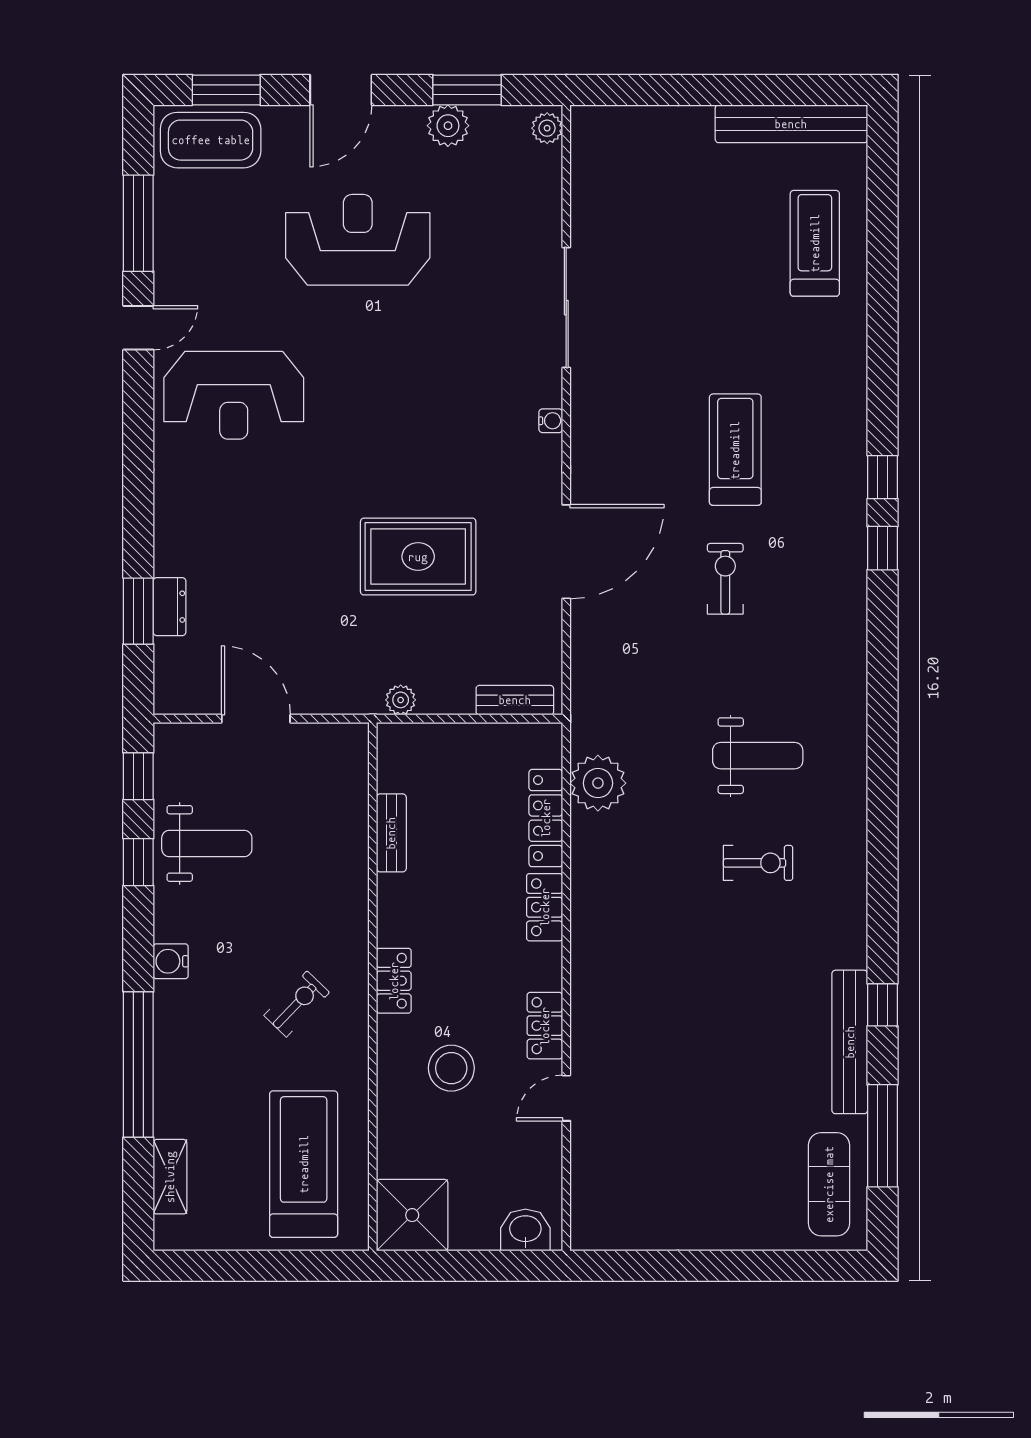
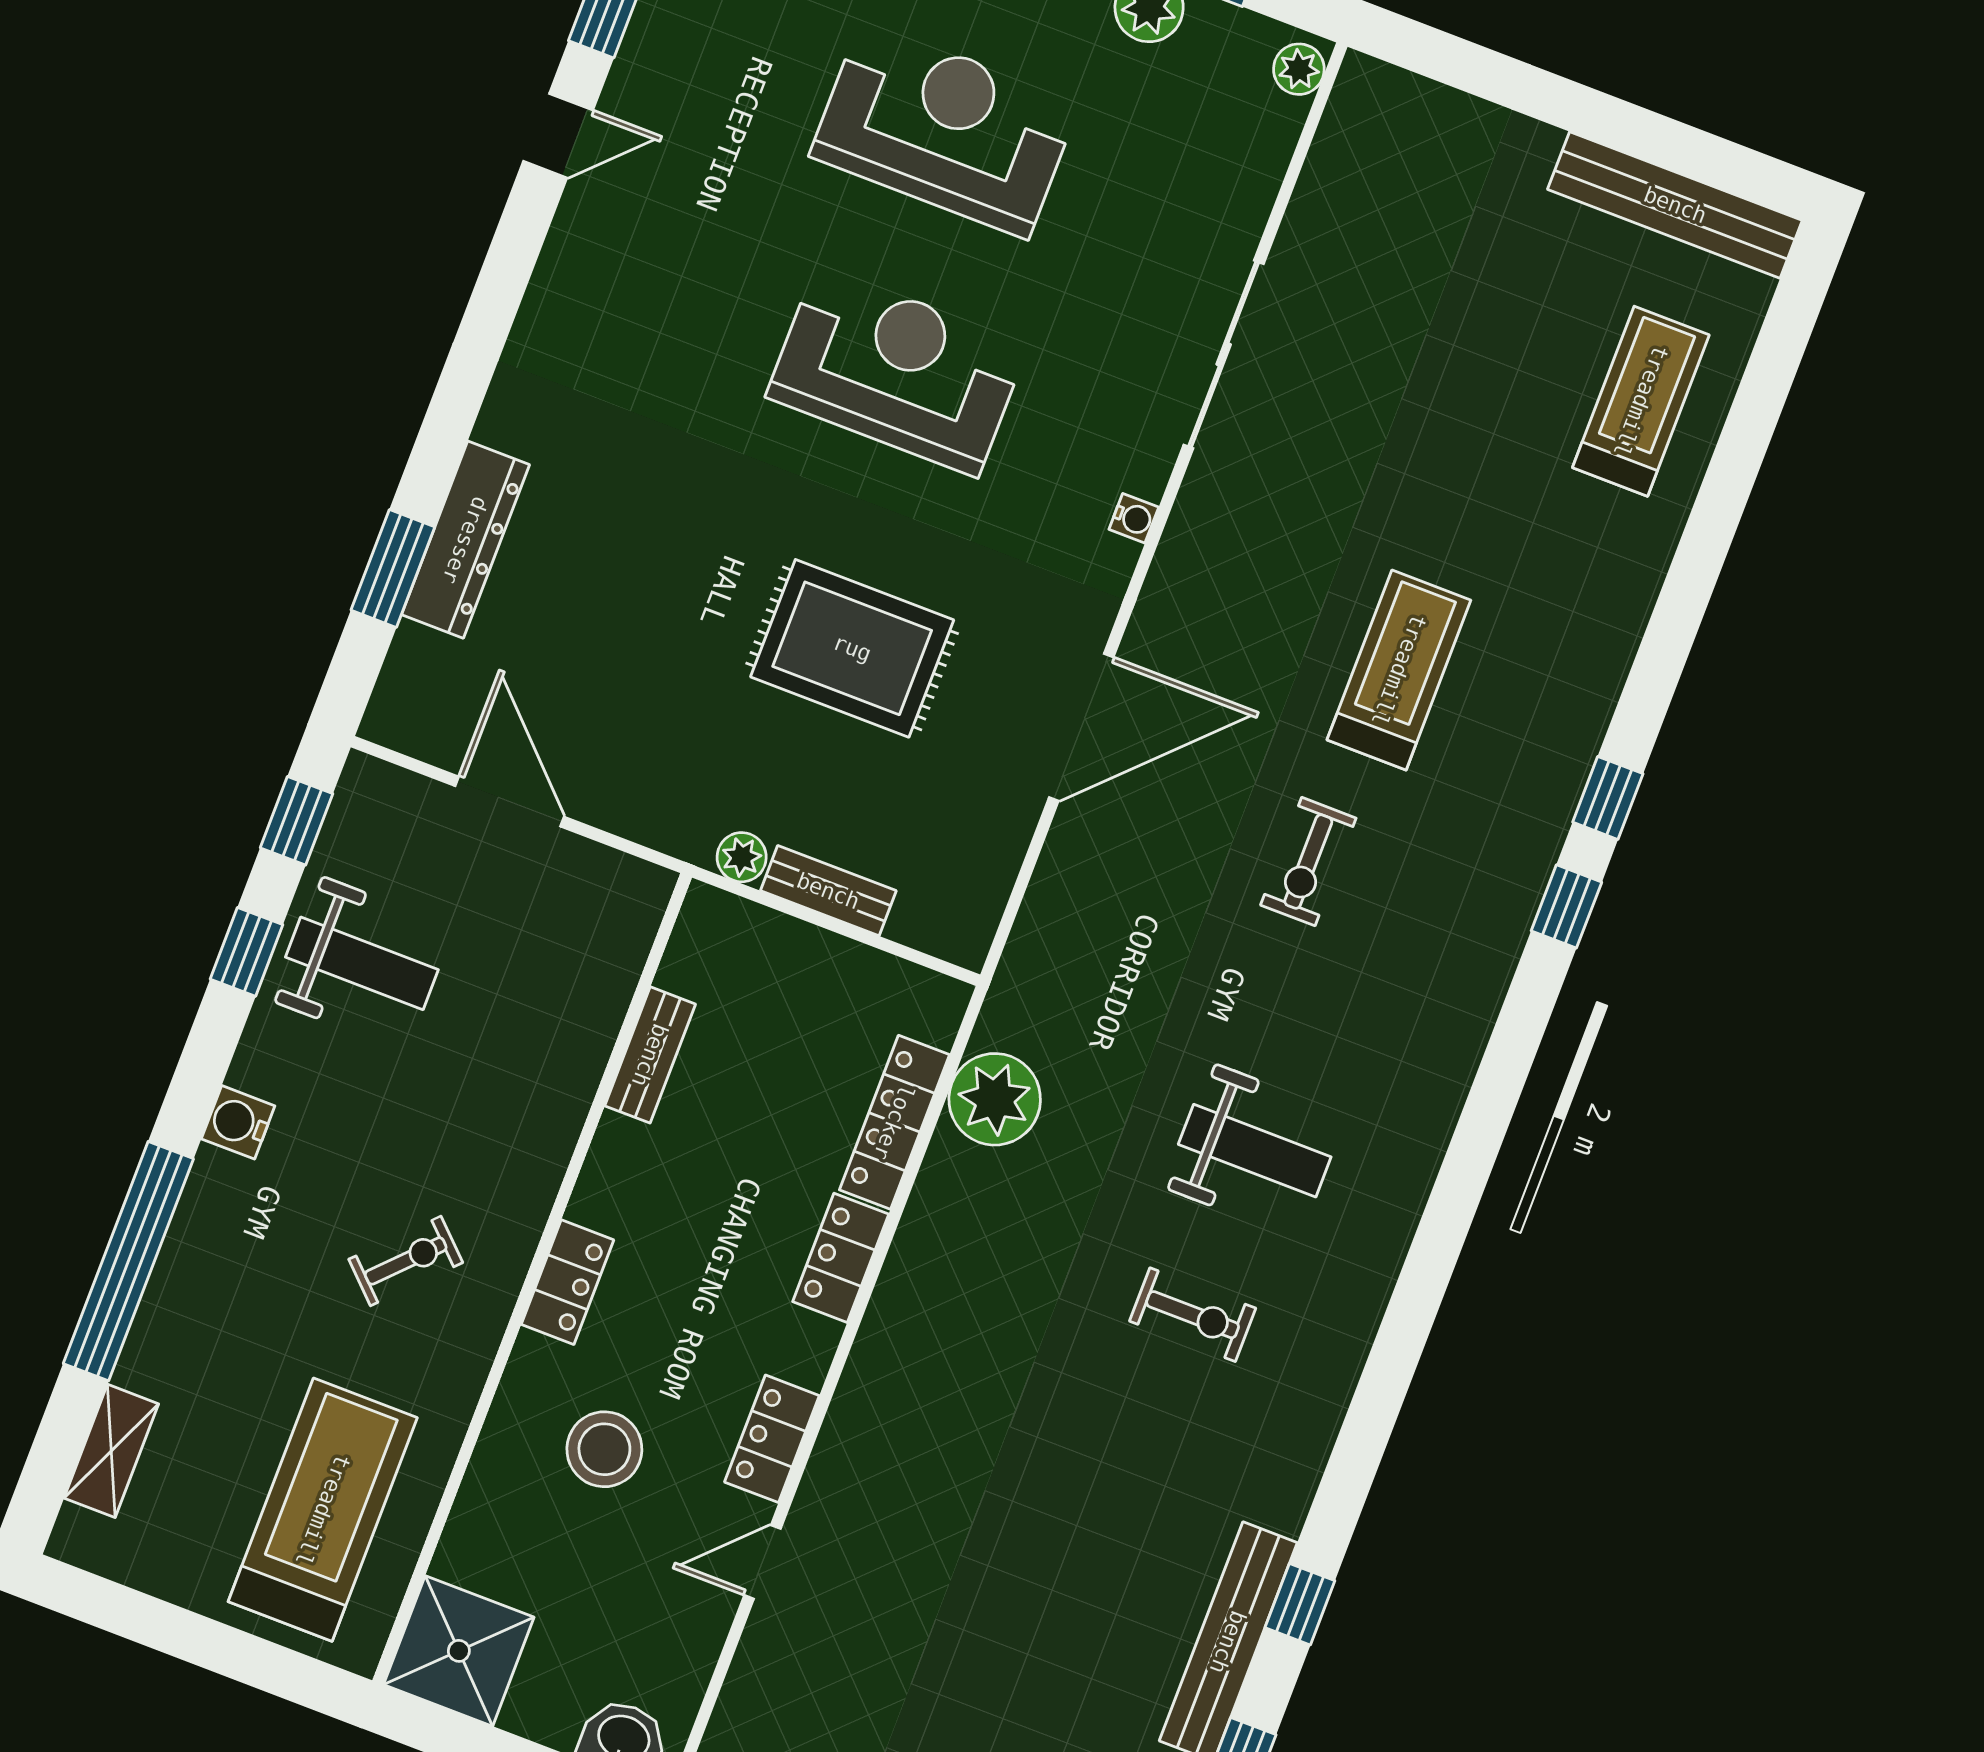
reception desk: (234, 395) -> (897, 371), moved, turned 180
exercise bike: (725, 579) -> (1308, 862), turned 180
dresser: (170, 607) -> (465, 540), width x1.96, depth x1.24
bench: (515, 700) -> (828, 891), moved

